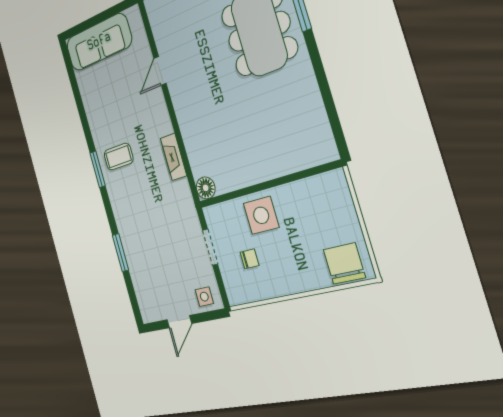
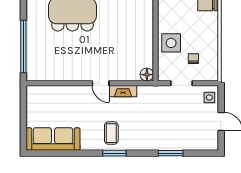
sofa: (99, 42) -> (53, 139), moved, turned -90
door: (160, 71) -> (101, 83), moved

